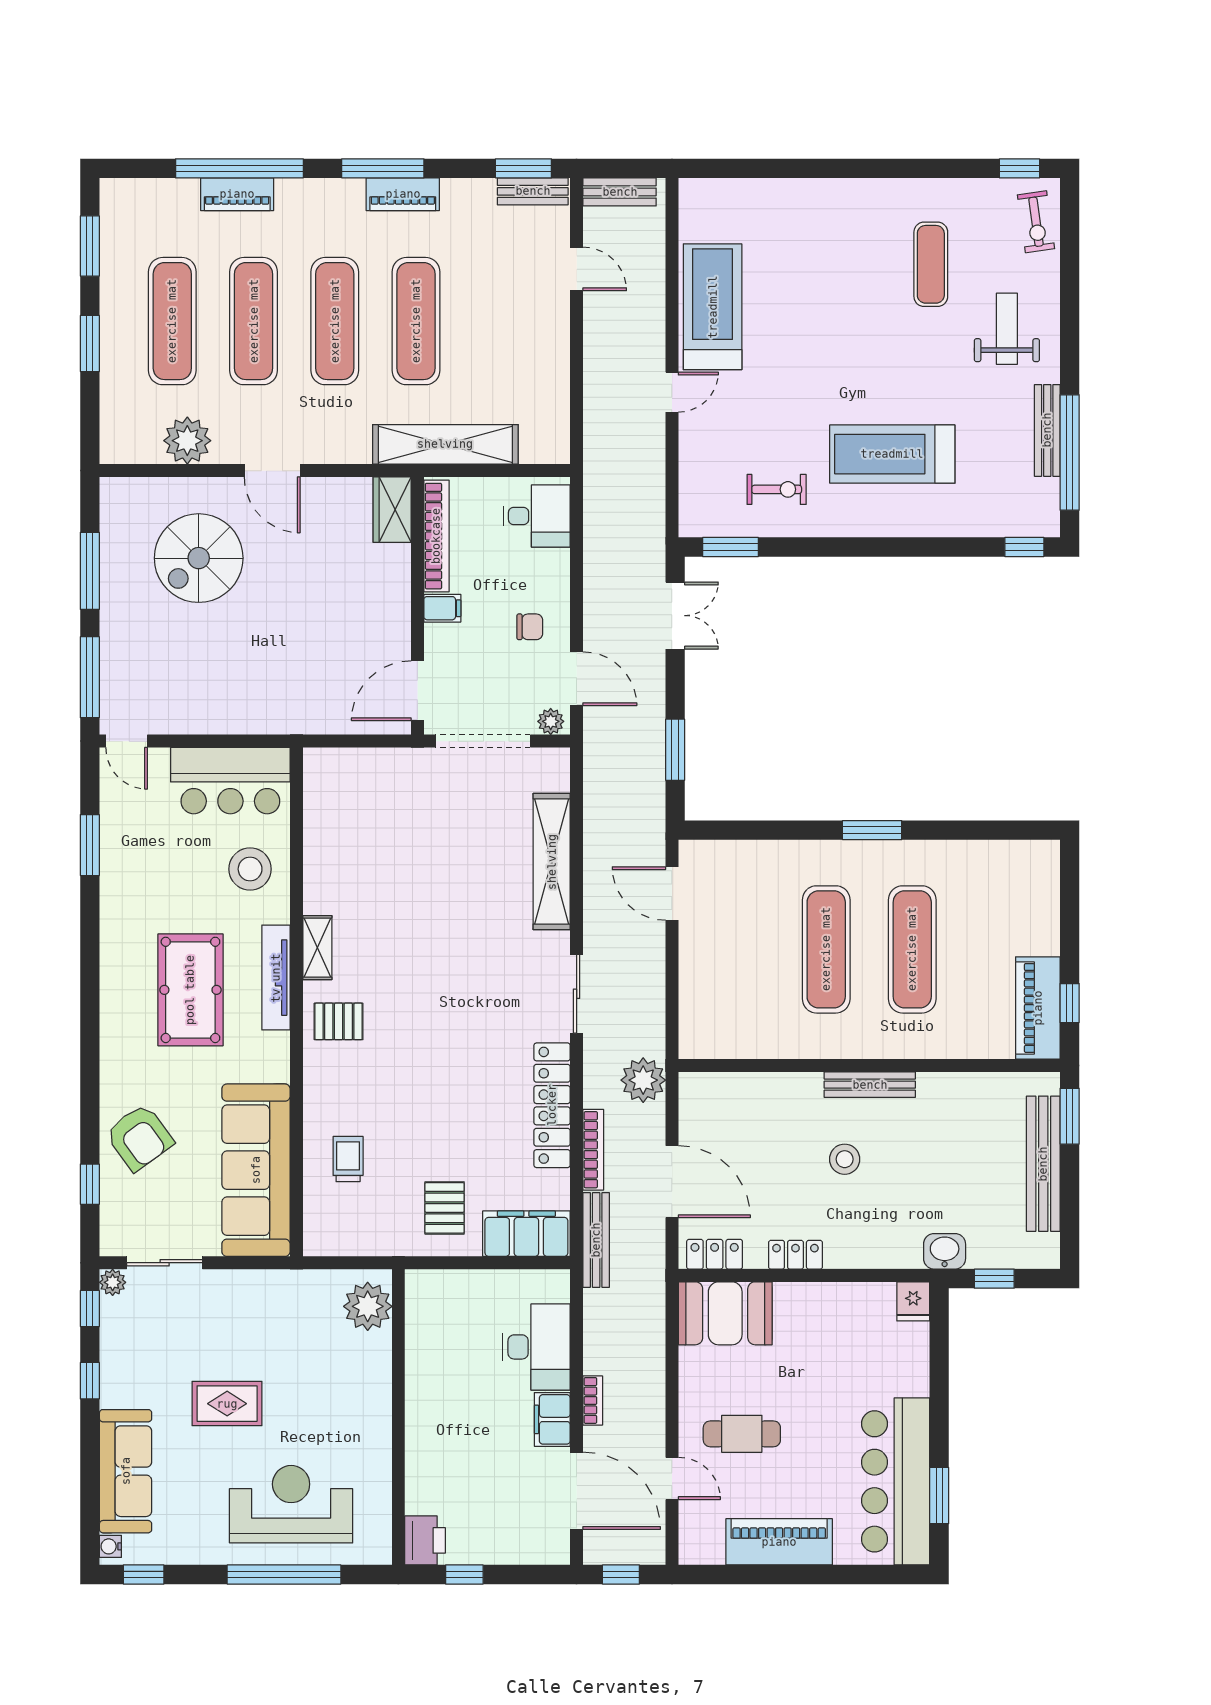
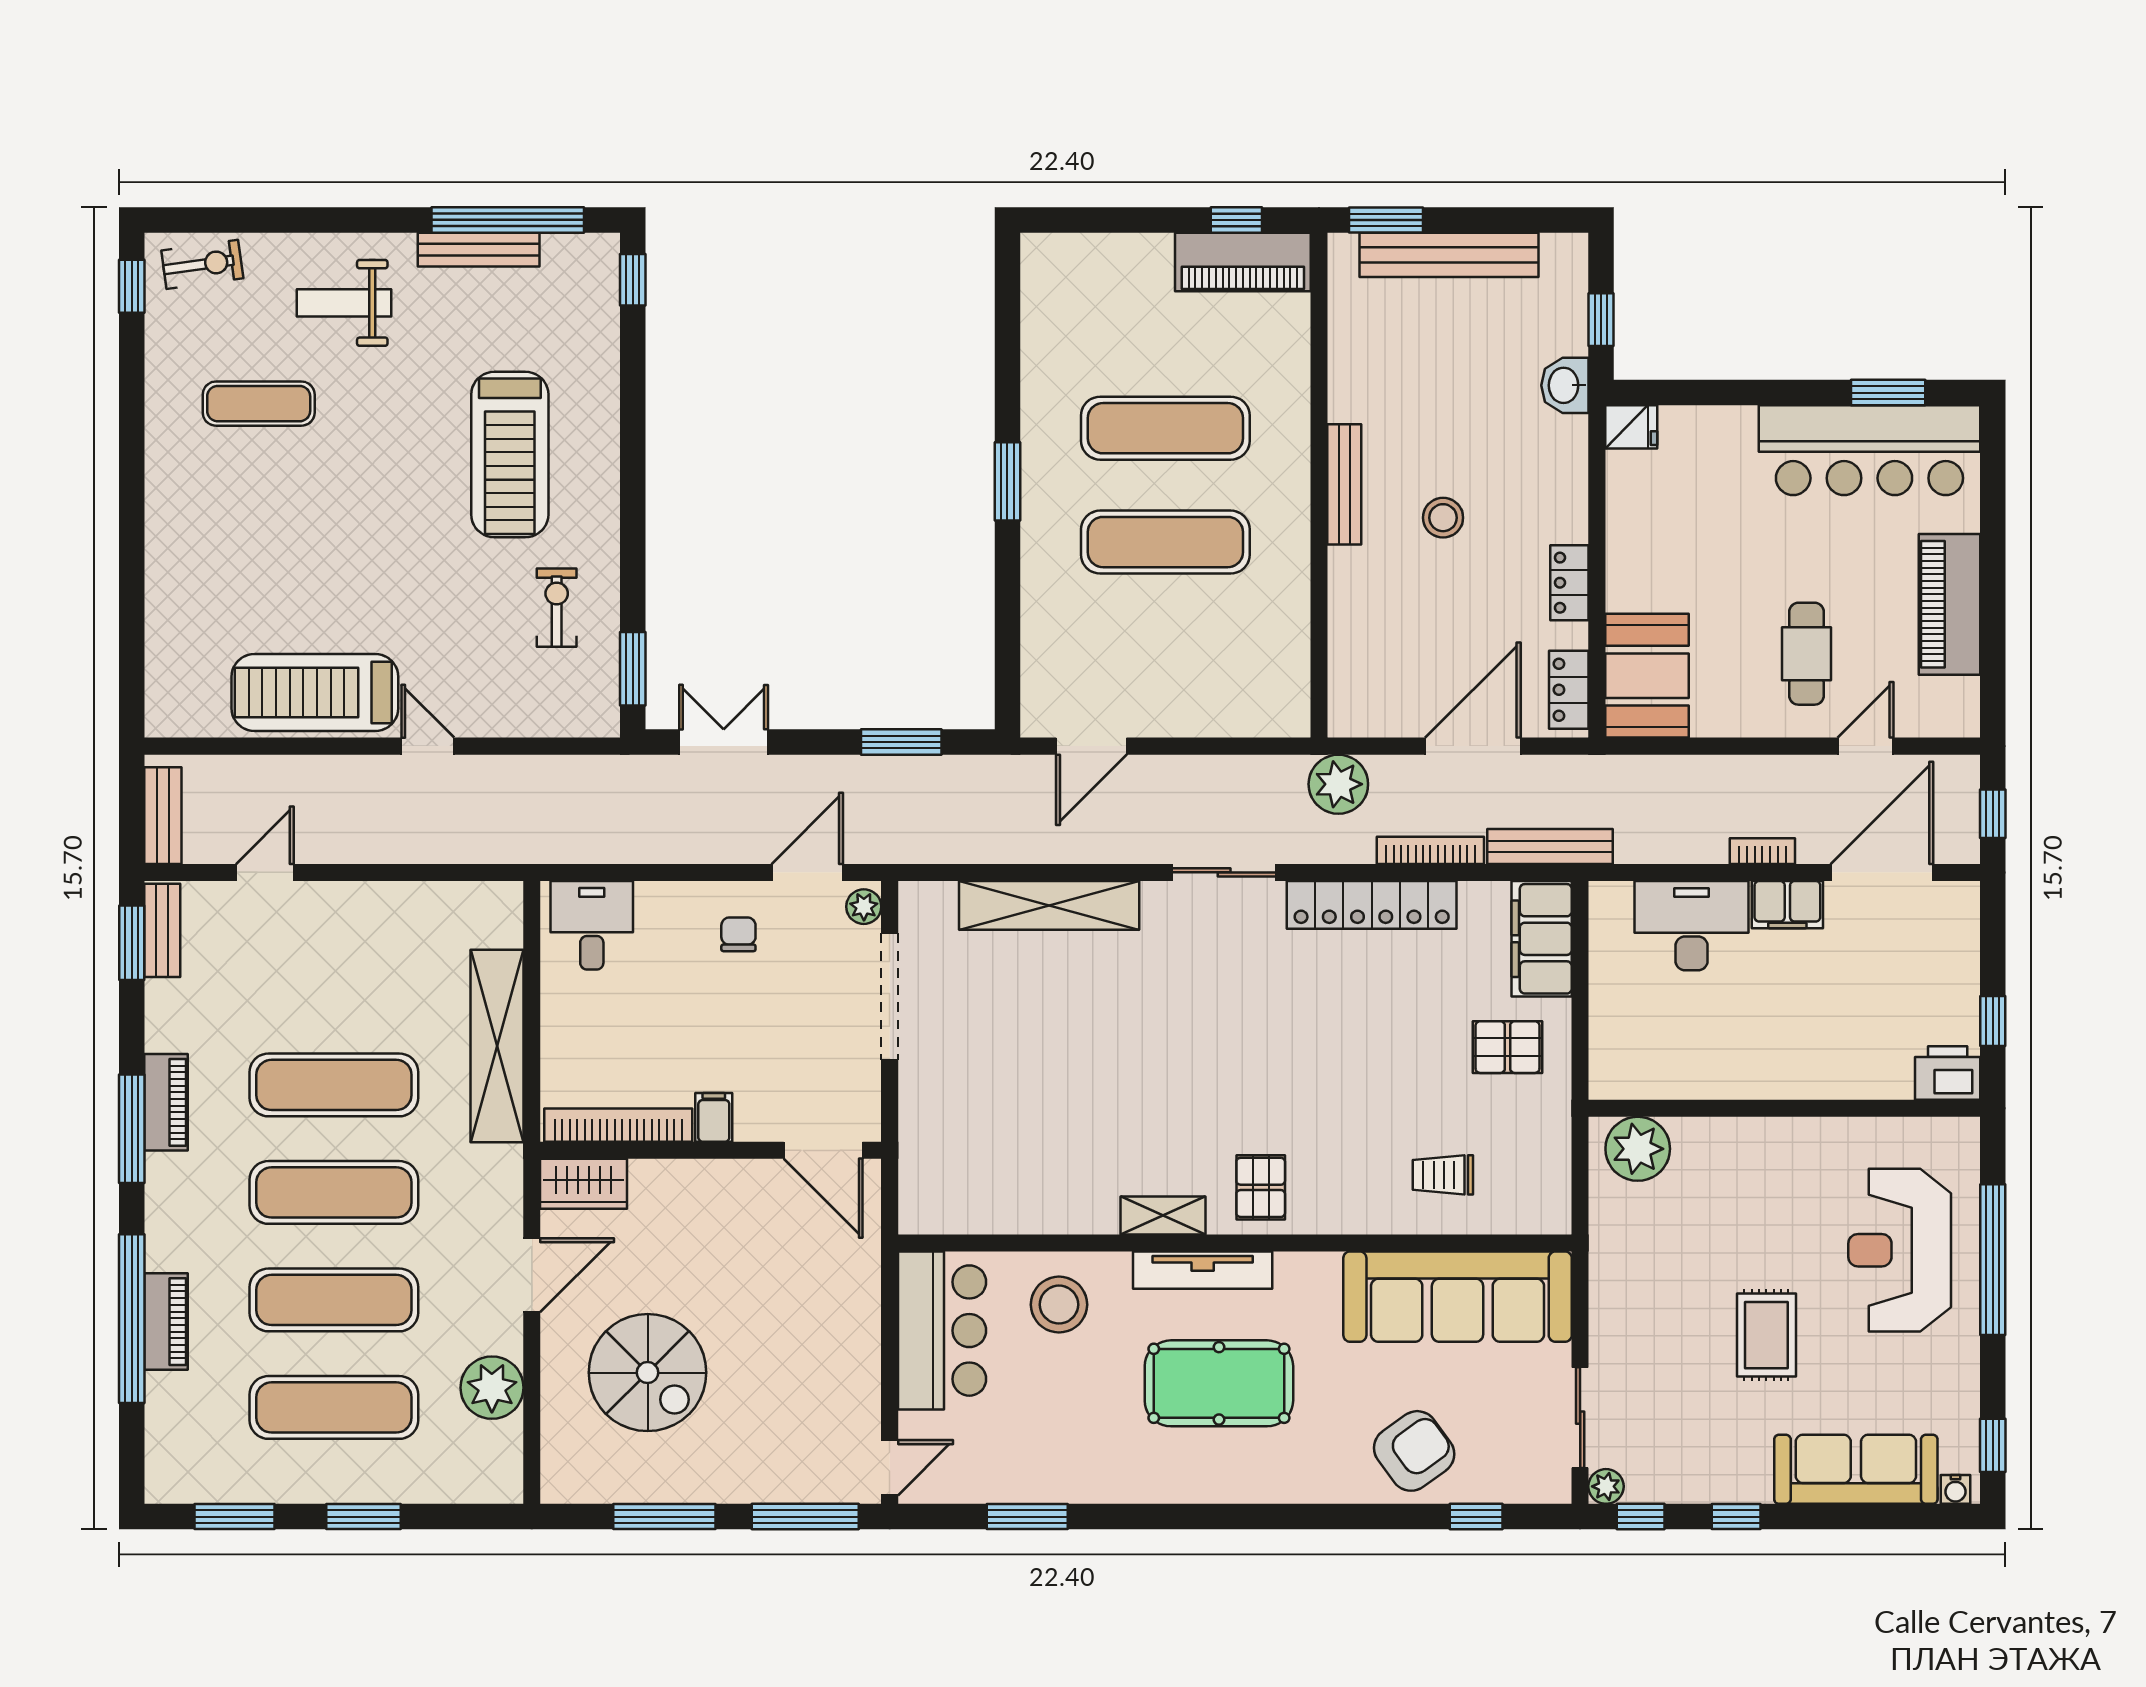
wardrobe: (392, 510) -> (583, 1184), moved
bookcase: (436, 536) -> (618, 1125), moved
wall: (417, 606) -> (711, 1150), moved
filing cabinet: (442, 608) -> (714, 1117), moved
door: (417, 691) -> (823, 1150), moved

